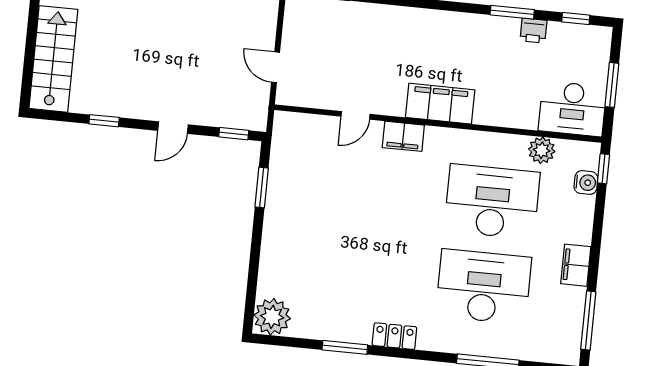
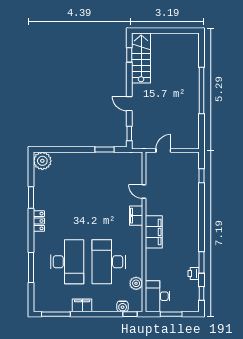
stairs: (53, 59) -> (141, 58), moved, turned -90
window: (104, 121) -> (129, 55), moved
desk: (492, 202) -> (109, 262), turned 180

